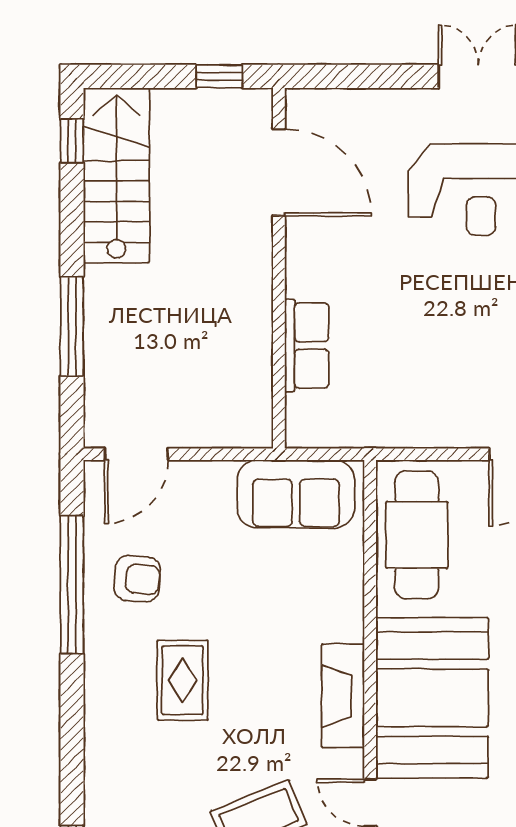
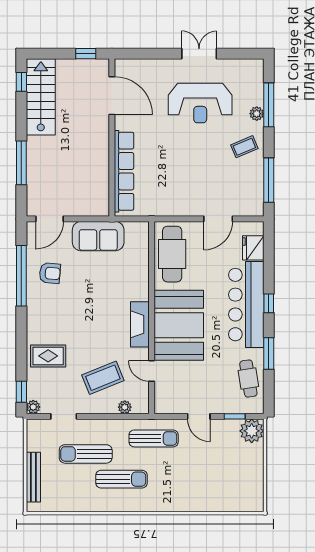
row of seats: (307, 346) -> (124, 171), width x2.02
sofa: (296, 494) -> (98, 236), moved
rug: (183, 680) -> (48, 356), moved, turned 90

